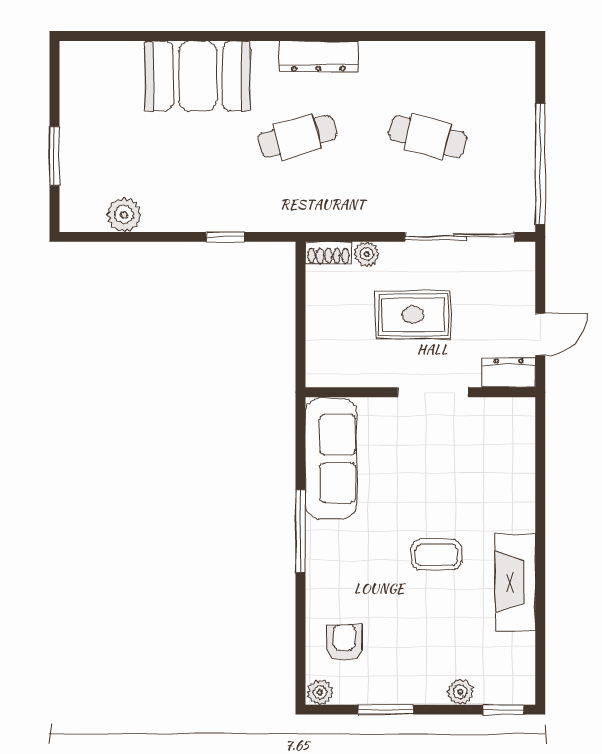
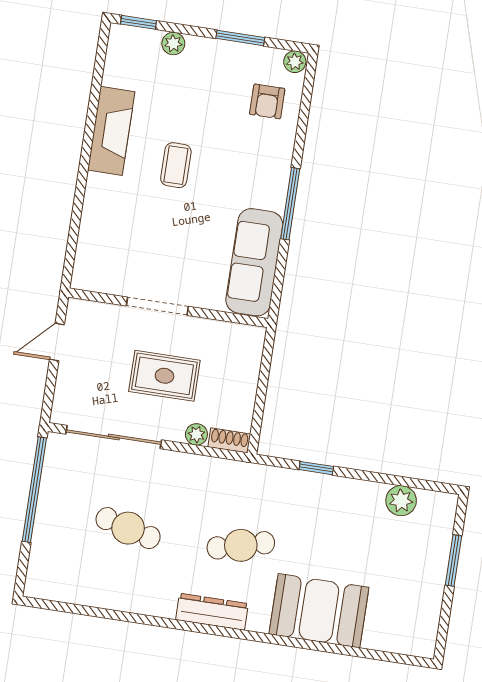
dresser: (509, 373) -> (89, 313), removed
coffee table: (436, 555) -> (176, 165), turned 90

